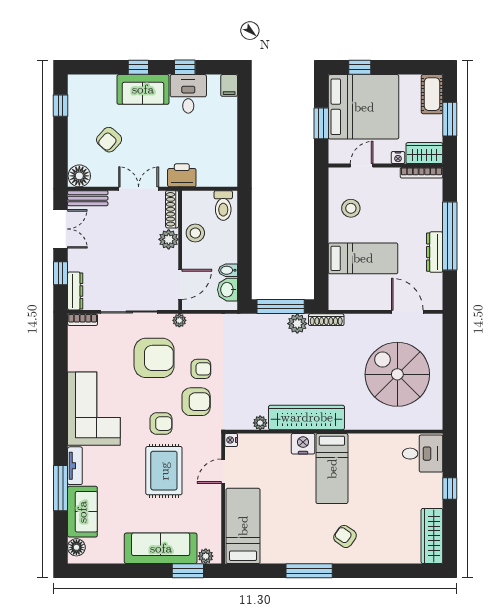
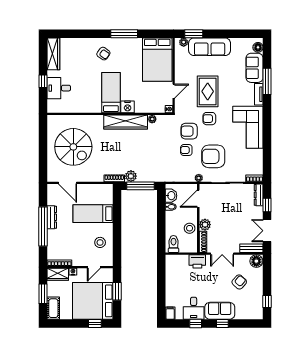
desk: (423, 454) -> (59, 88), moved
bed: (243, 526) -> (157, 60), width x1.50

